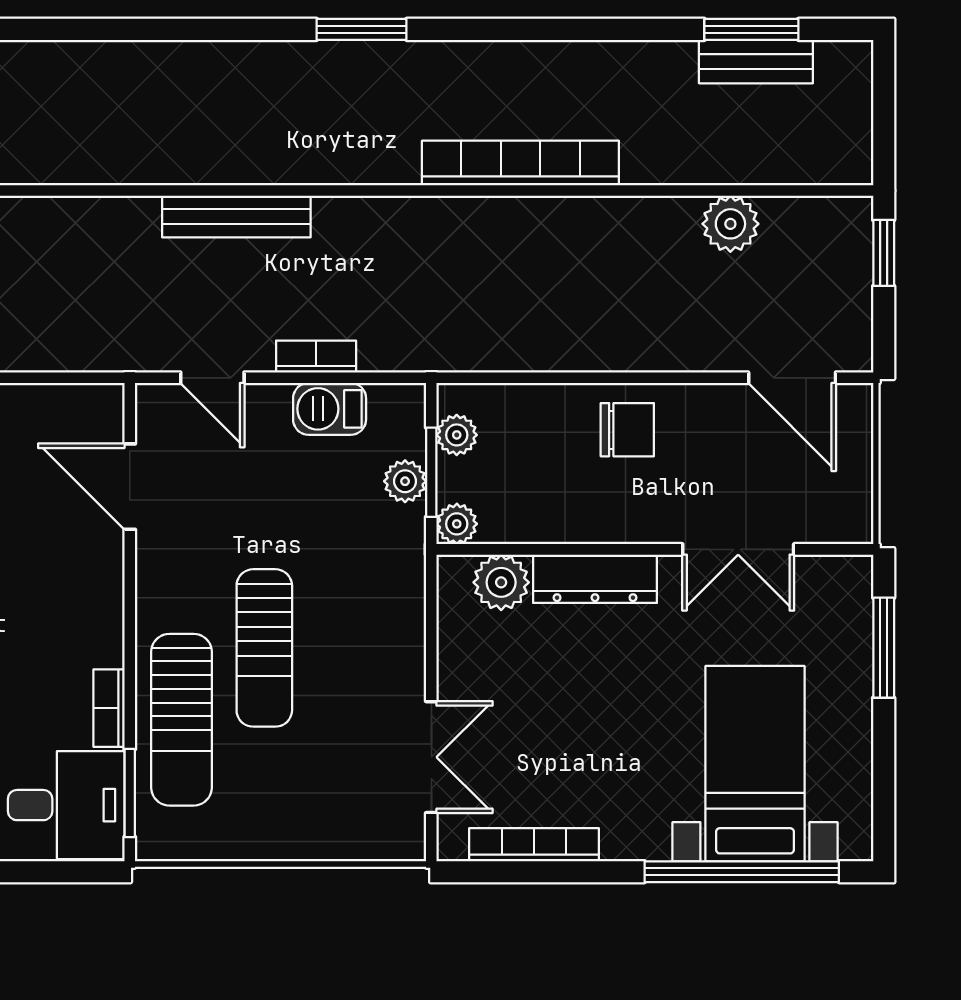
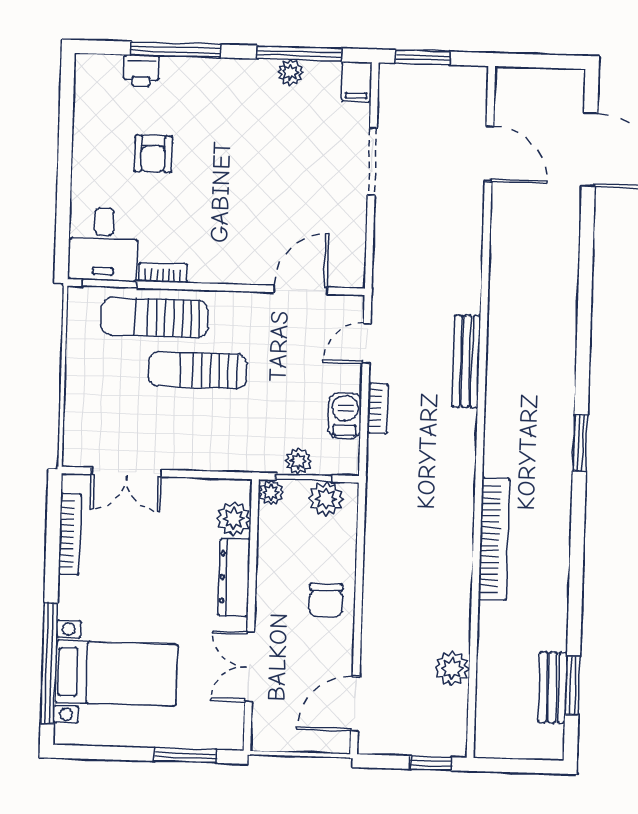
plant: (457, 435) -> (326, 499), width x1.38, depth x1.38

